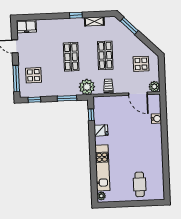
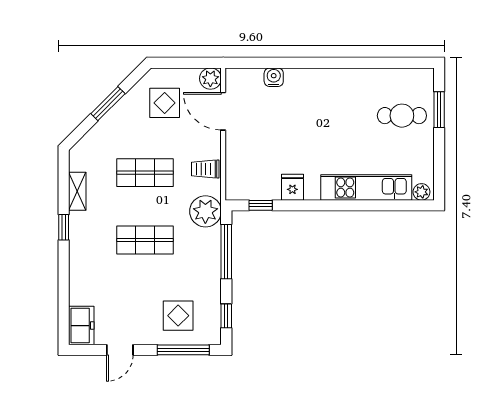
window: (129, 26) -> (108, 104), moved
door: (138, 94) -> (223, 111), swing flipped
window: (67, 98) -> (226, 252), width x1.44
window: (143, 203) -> (439, 110), added

